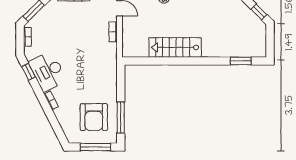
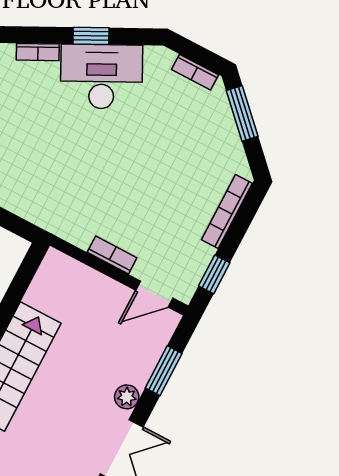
window: (29, 72) -> (91, 36), moved

